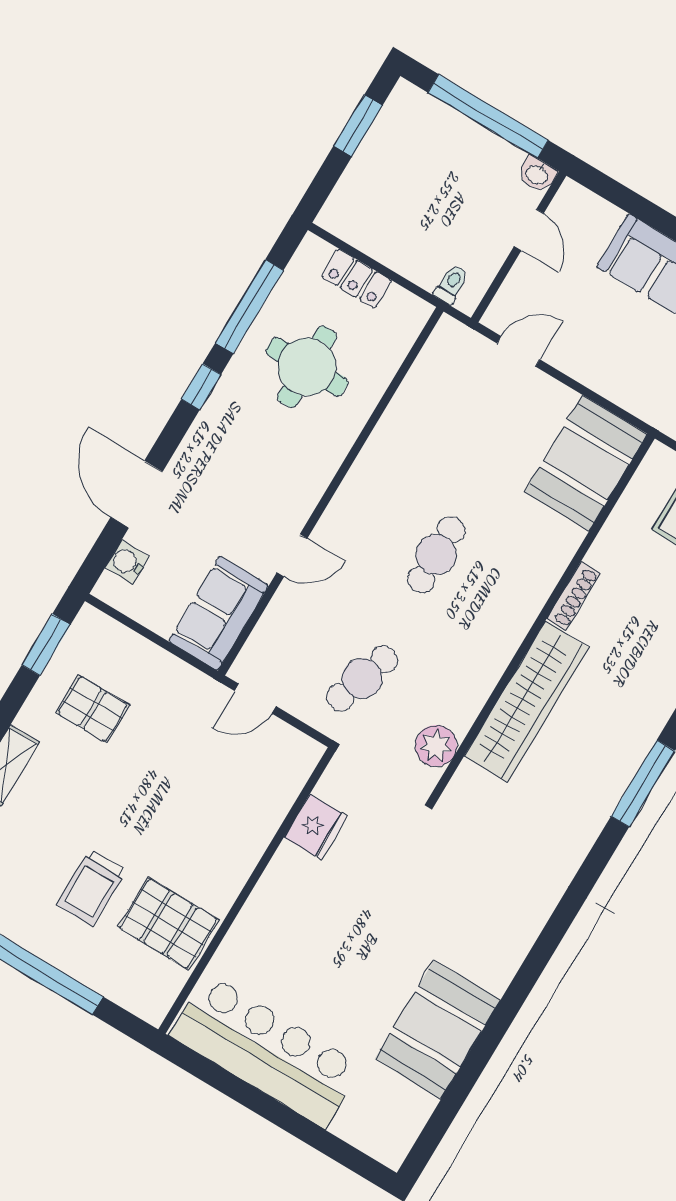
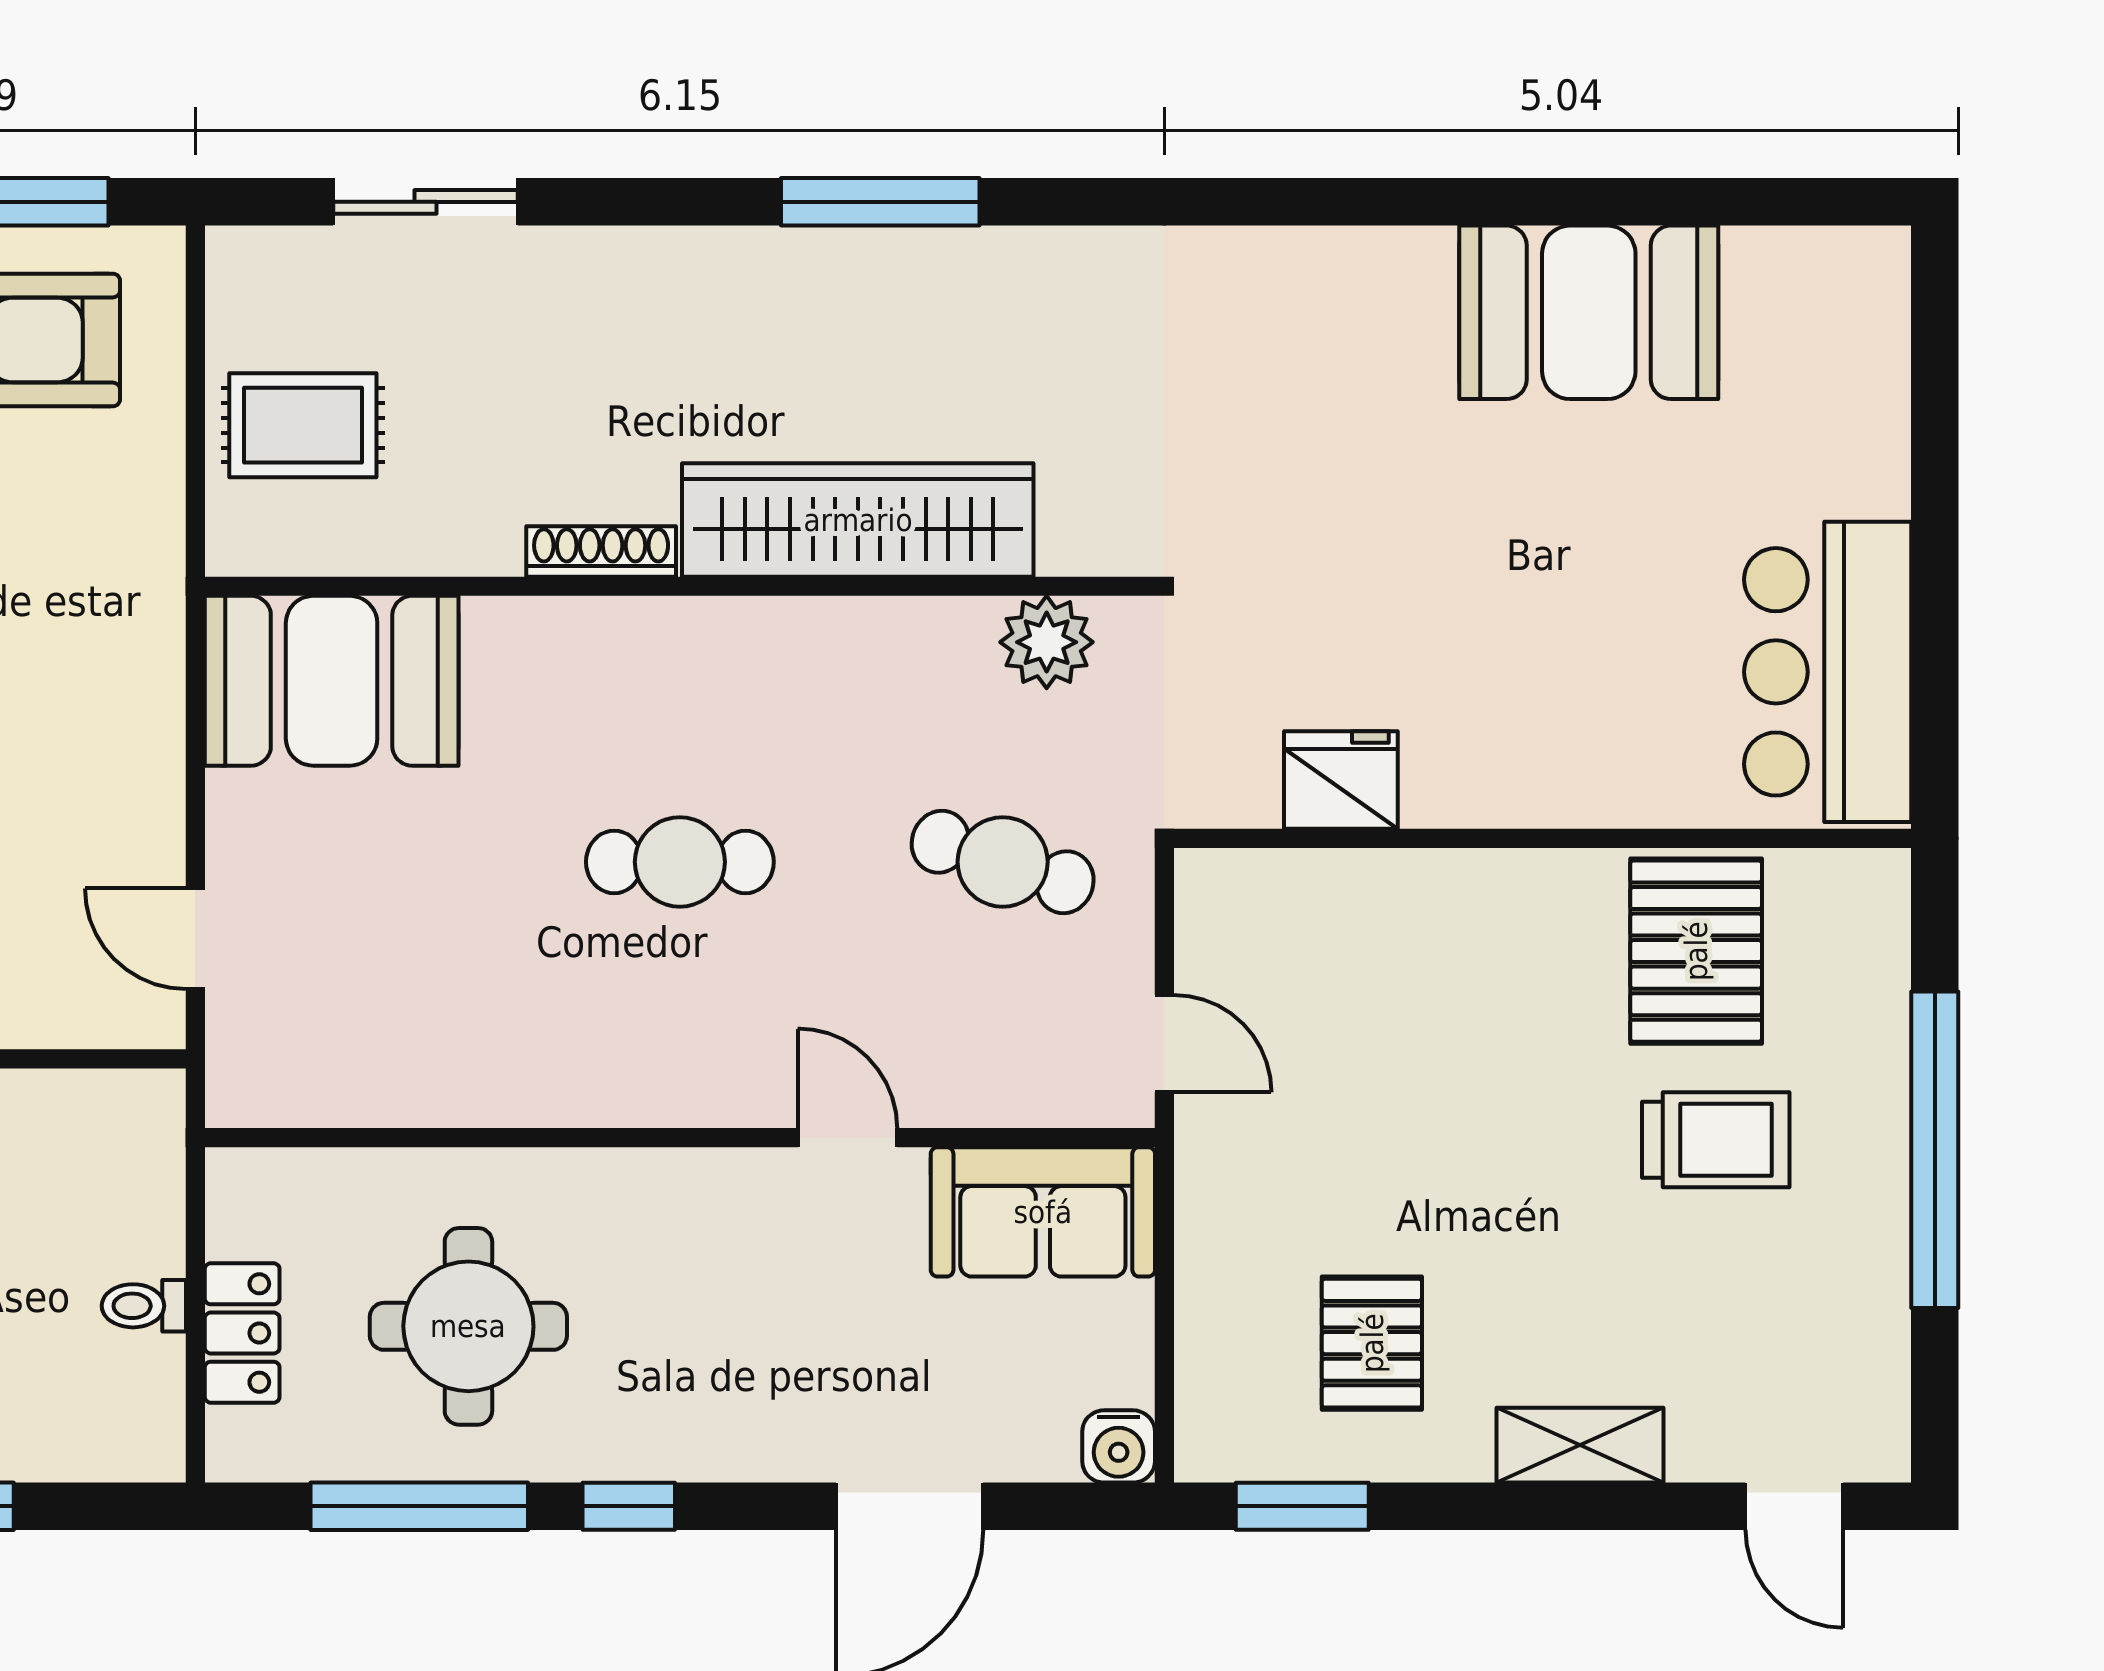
toilet: (451, 284) -> (144, 1306), moved
water cooler: (127, 562) -> (1119, 1446), moved
bar counter: (266, 1051) -> (1828, 672), width x0.73

